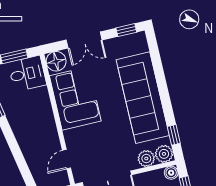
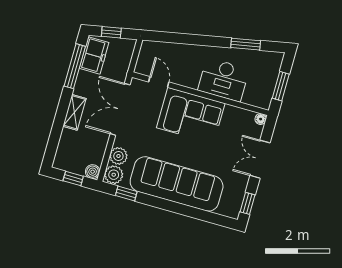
floor lamp: (56, 61) -> (261, 119), width x0.53, depth x0.53
desk: (27, 74) -> (223, 80), moved, width x1.37
corner sofa: (75, 98) -> (191, 116), moved

